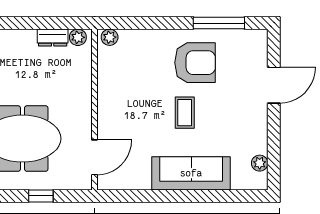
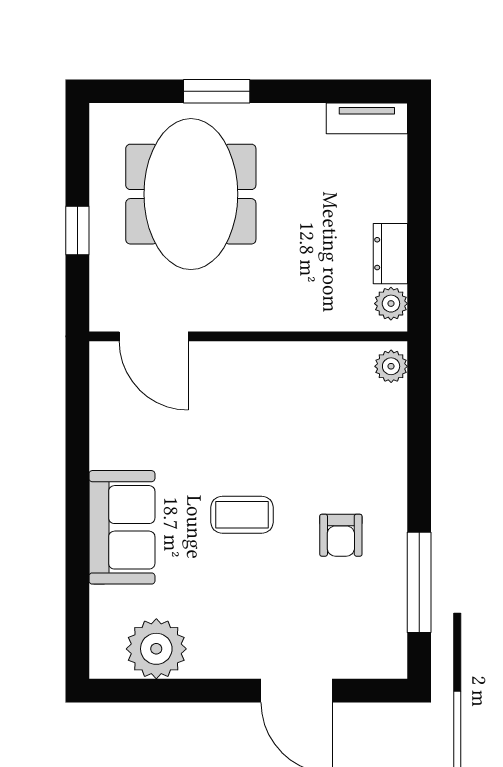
armchair: (195, 63) -> (341, 535), width x0.53, depth x0.53
plant: (260, 163) -> (156, 649), width x1.88, depth x1.88
sofa: (191, 173) -> (122, 527), width x0.73

